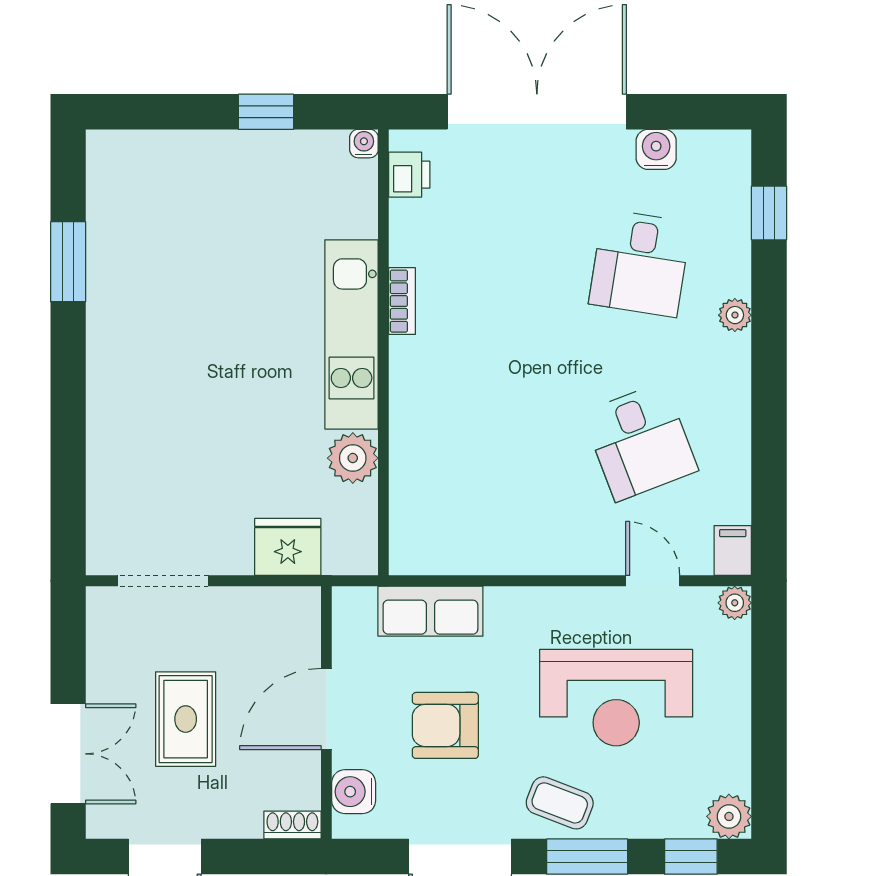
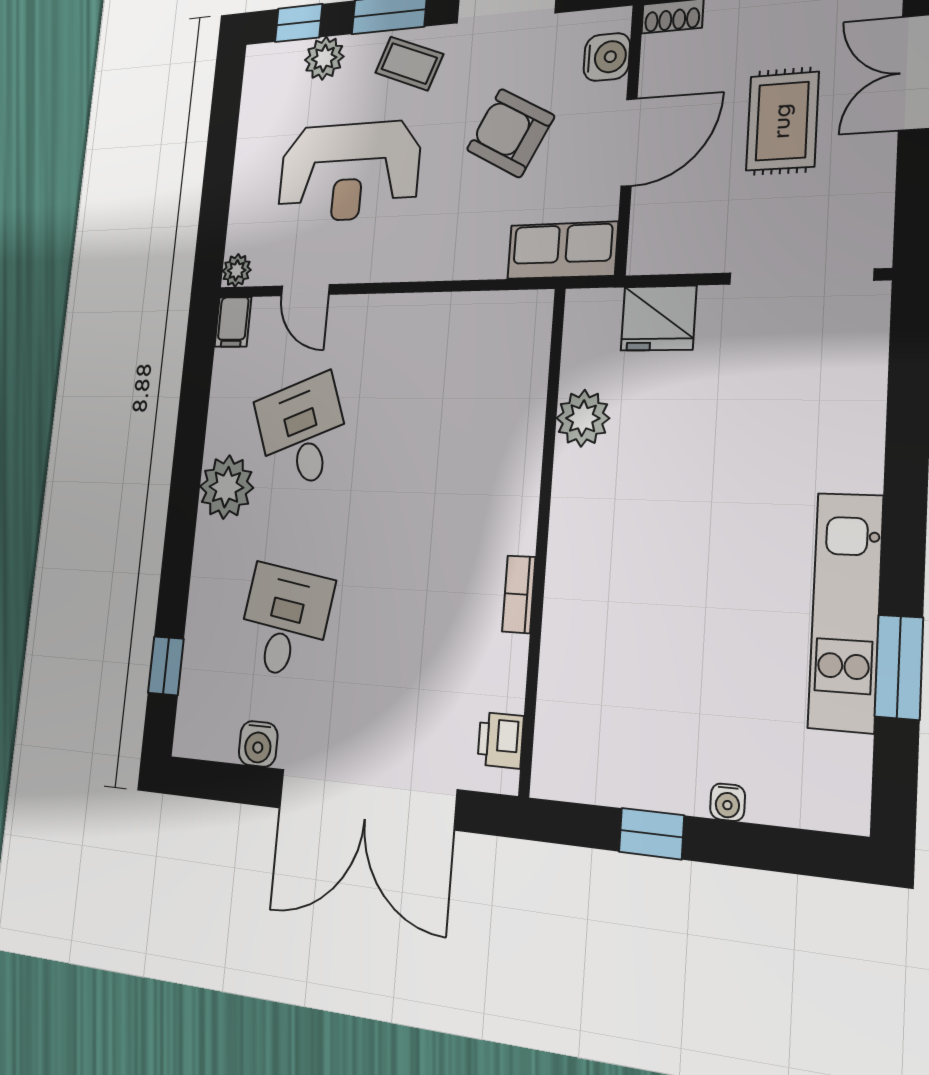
water cooler: (364, 144) -> (728, 802), moved
plant: (735, 315) -> (226, 487), moved, width x1.88, depth x1.88
kitchen unit: (352, 334) -> (846, 611), moved, turned 180
doorway: (163, 581) -> (801, 277), width x1.36
row of seats: (430, 611) -> (562, 250), moved
reception desk: (616, 698) -> (349, 172), turned 180
armchair: (445, 725) -> (510, 133), turned -152
plant: (729, 816) -> (324, 58), moved

